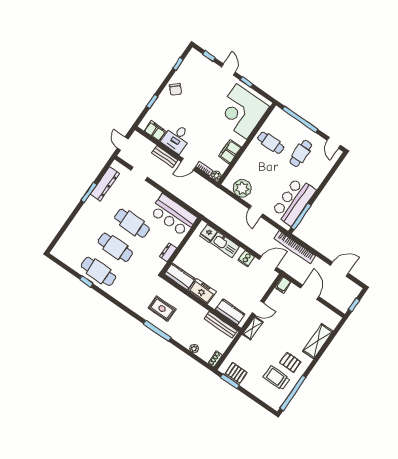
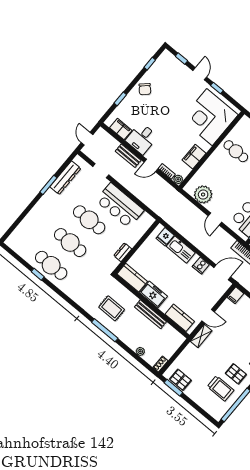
bar counter: (173, 215) -> (120, 205), moved
bench: (221, 325) -> (150, 314), moved
trolley: (276, 378) -> (221, 388), turned 180

